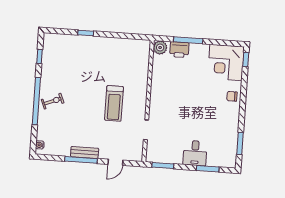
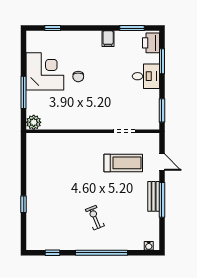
printer: (179, 50) -> (151, 43), moved, turned 180
window: (246, 60) -> (53, 28), moved
corner desk: (226, 63) -> (45, 71), moved, turned -90
chair: (232, 96) -> (78, 77), moved
exercise bike: (53, 101) -> (95, 218), moved
treadmill: (114, 103) -> (123, 163), moved
filing cabinet: (232, 121) -> (108, 39), added

